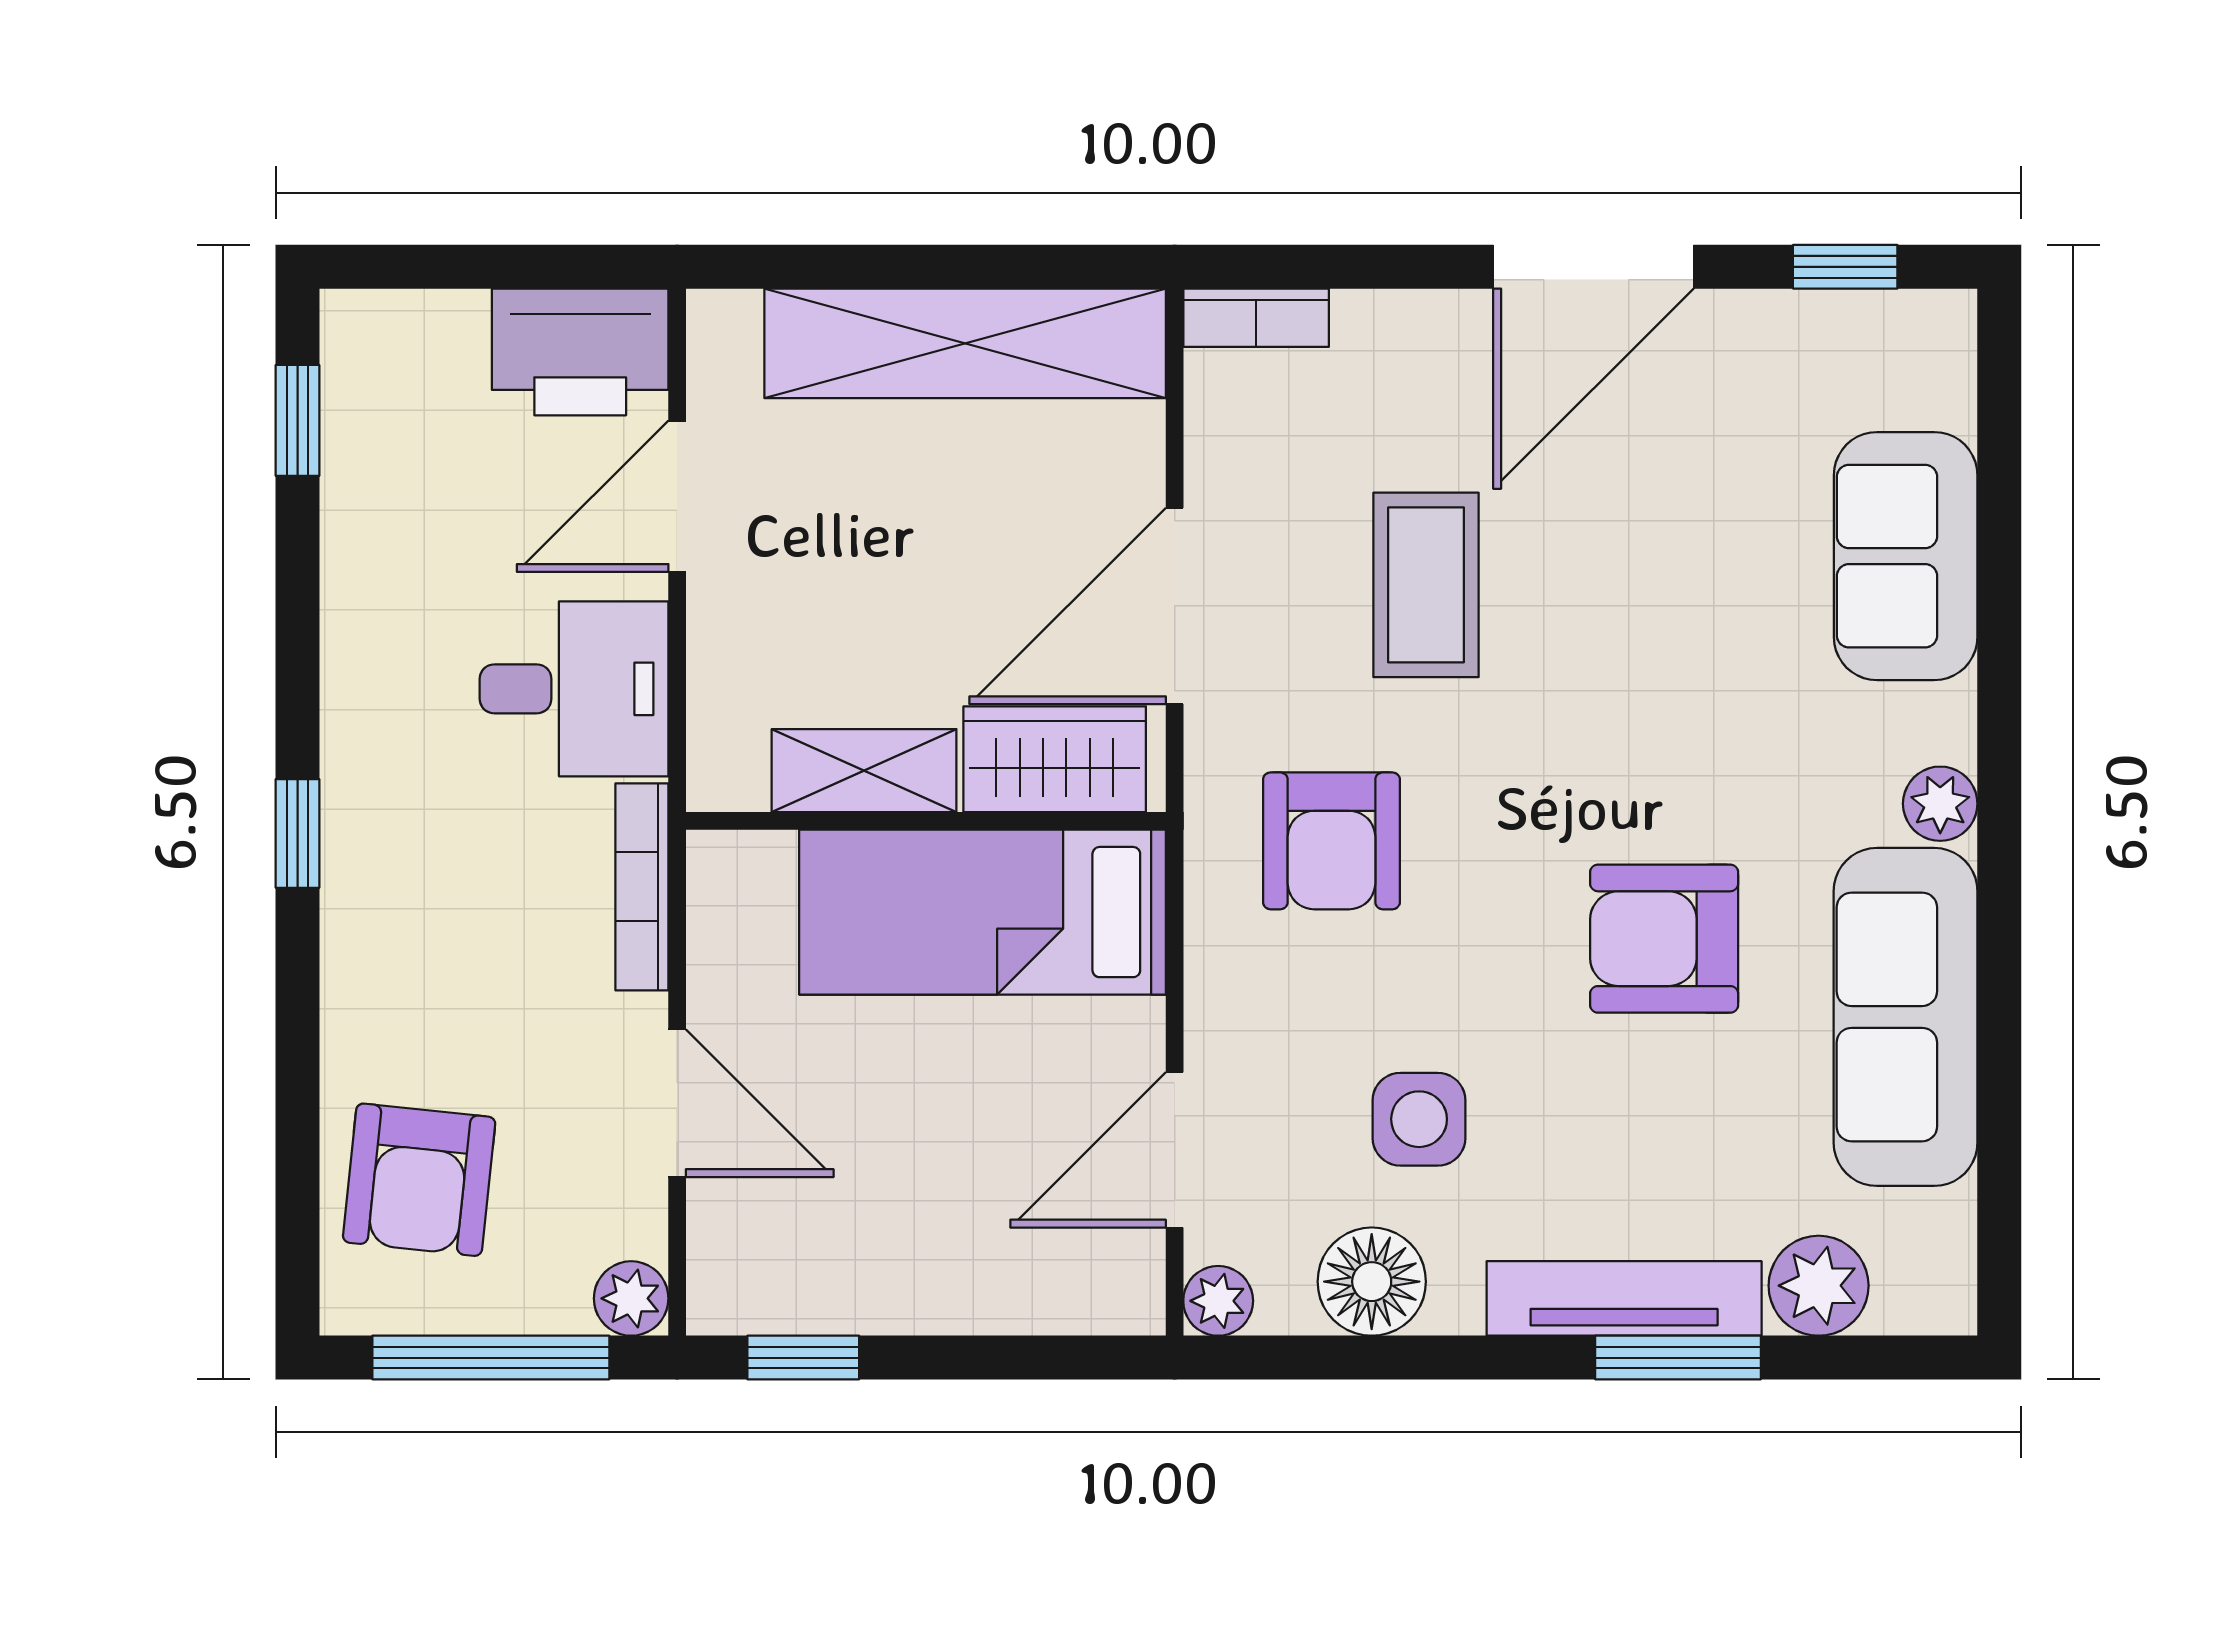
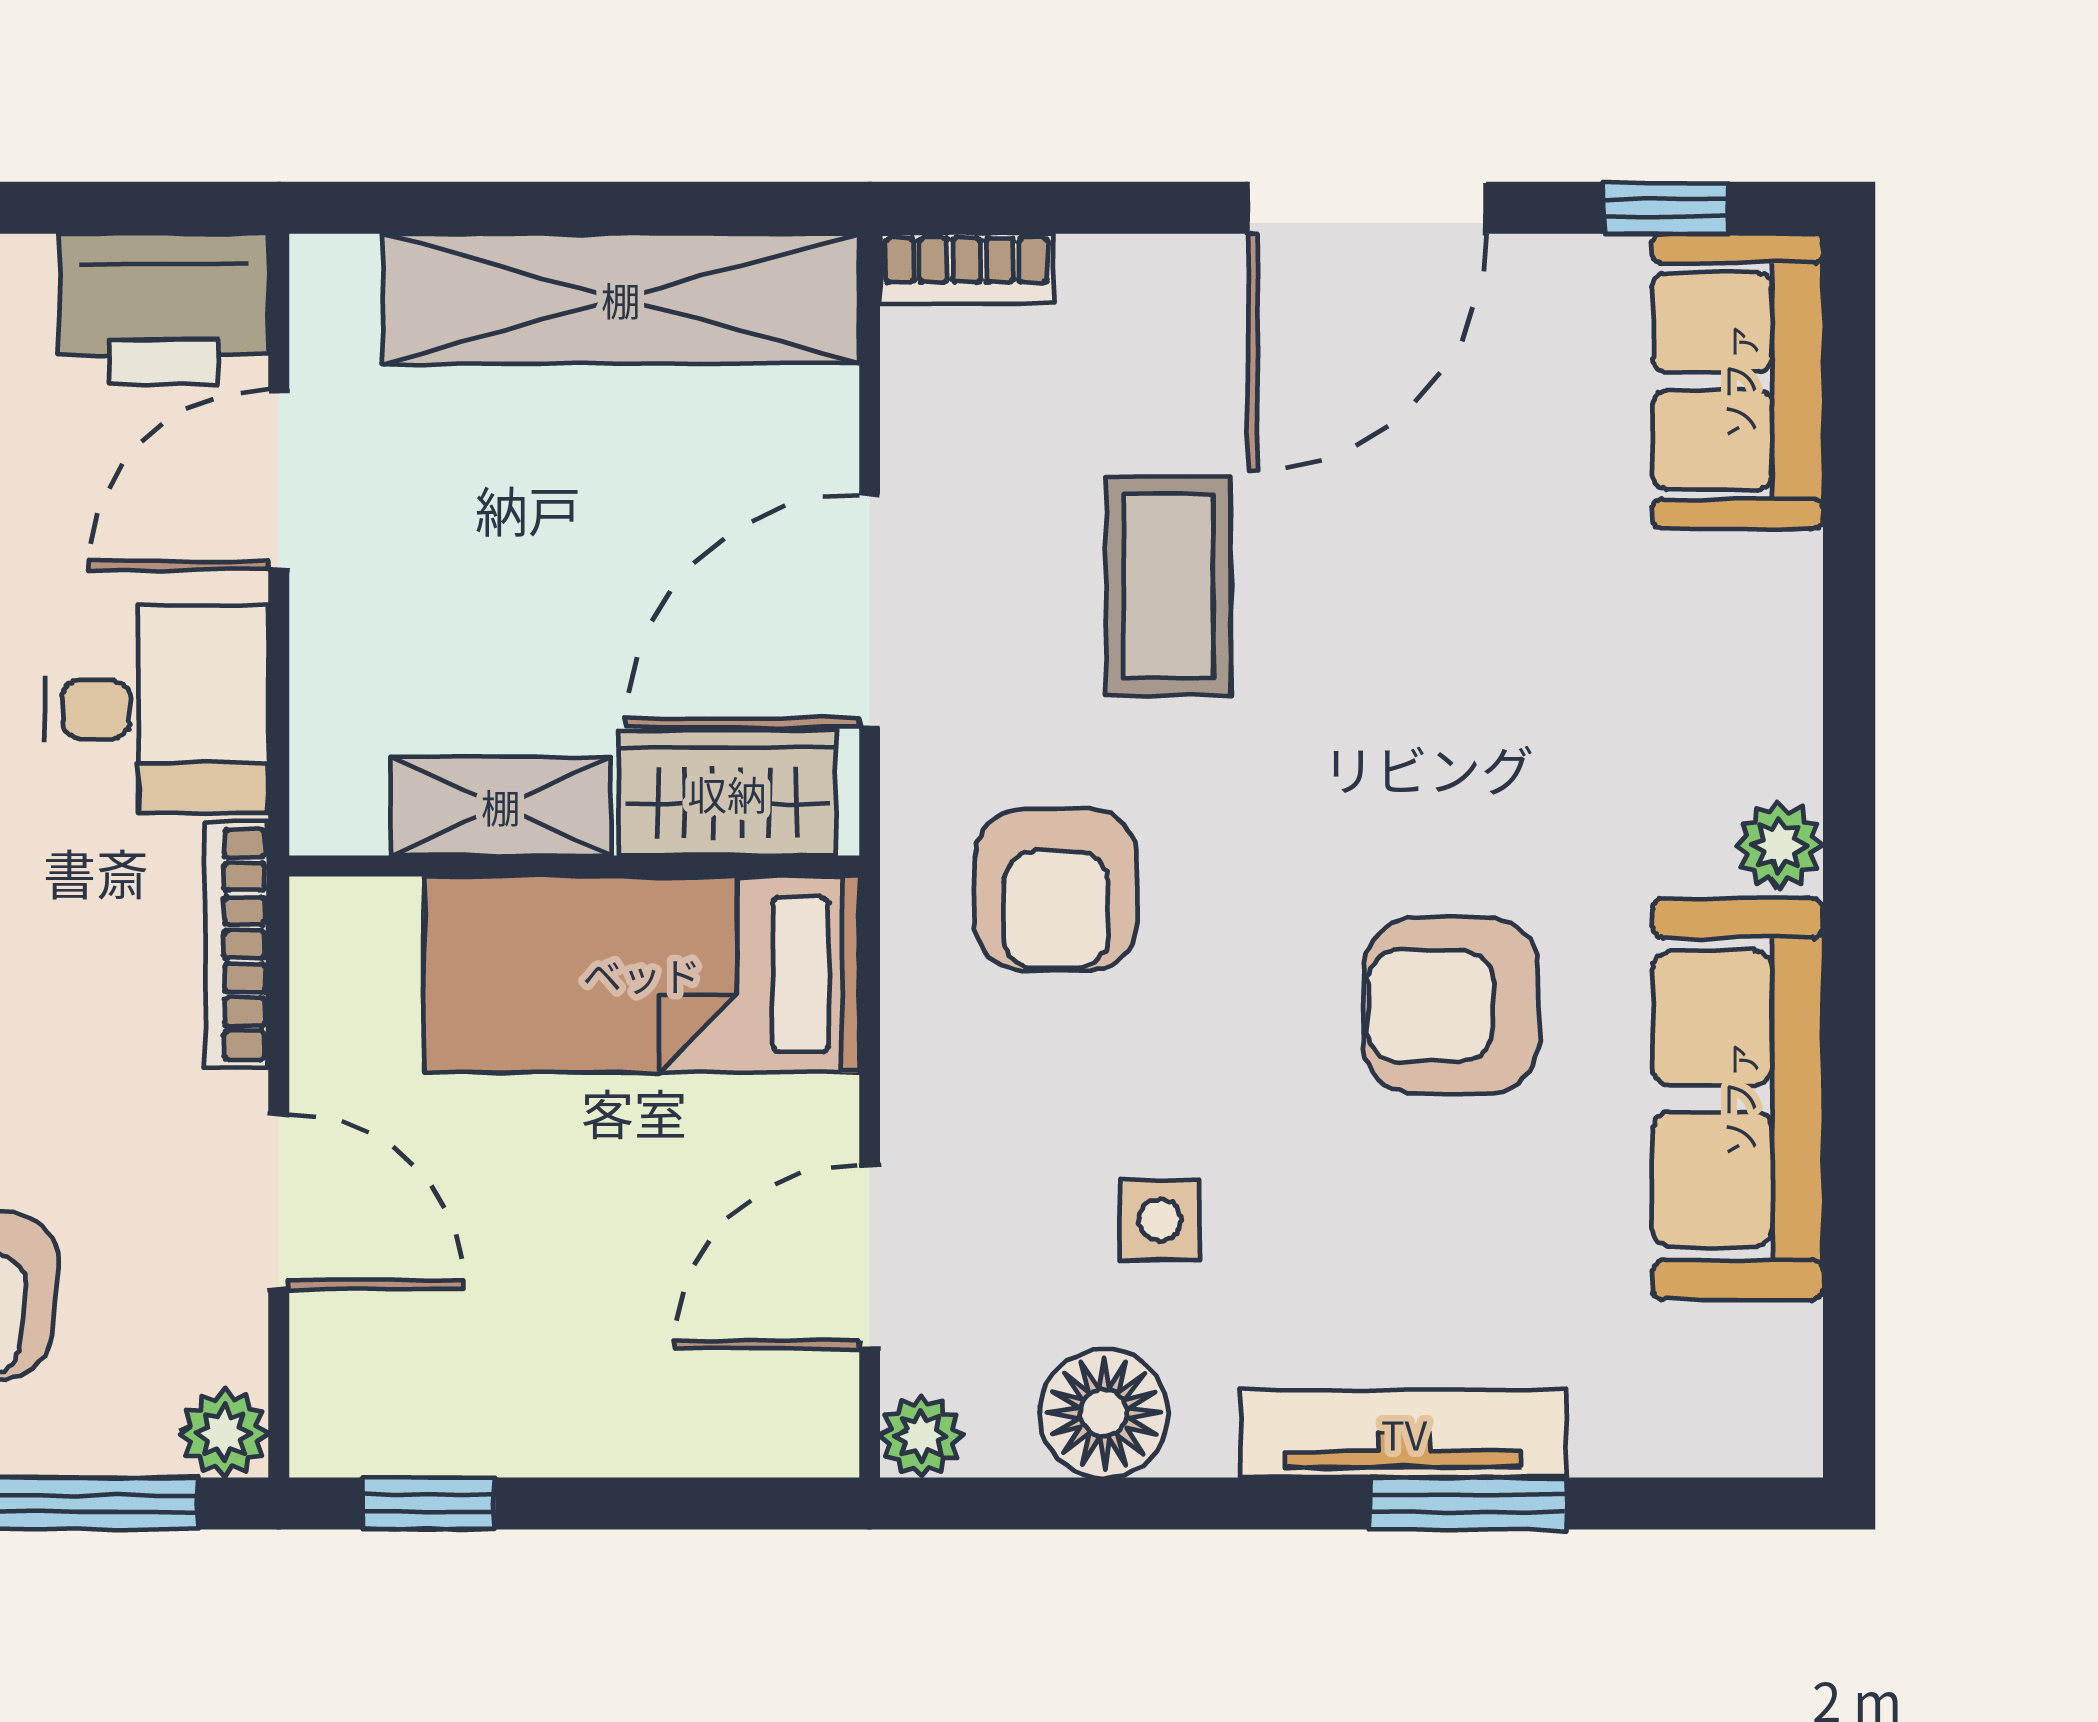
sofa: (1906, 556) -> (1738, 381), moved
side table: (1419, 1119) -> (1160, 1220), width x0.73, depth x0.73
plant: (1819, 1286) -> (1635, 1418), removed

